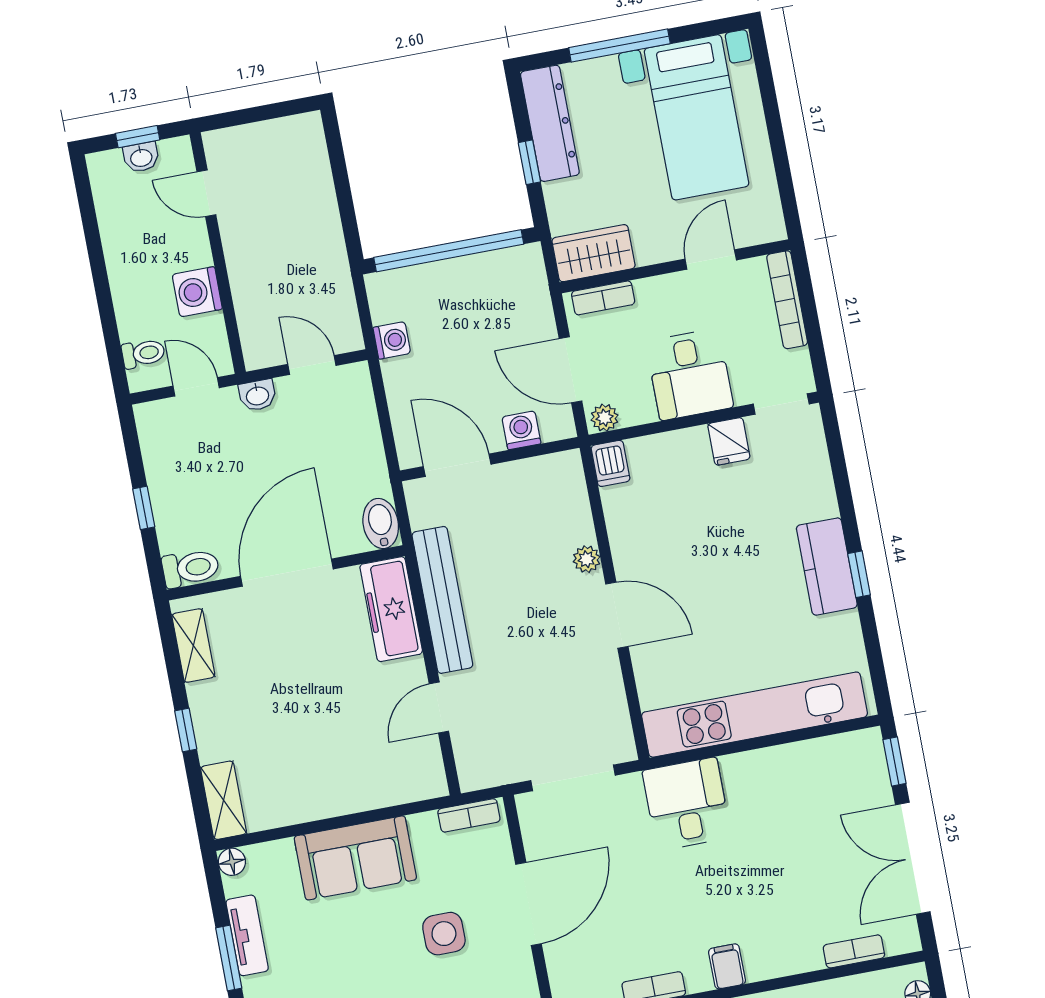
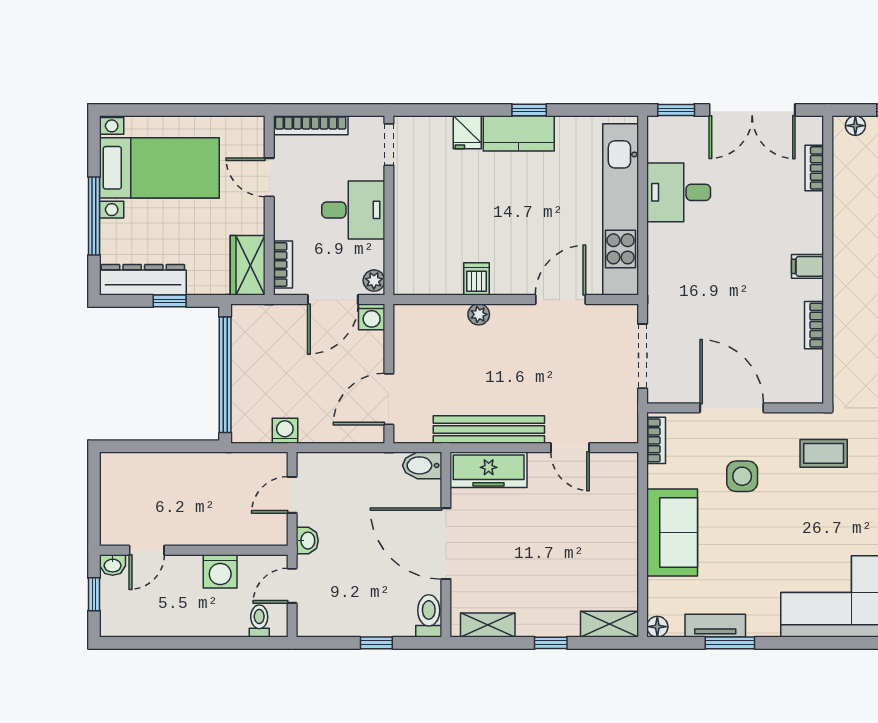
washbasin: (141, 157) -> (113, 565), moved, turned 90
washing machine: (521, 430) -> (372, 317), moved, turned -90
fridge: (729, 441) -> (467, 132), moved, turned 90
dishwasher: (610, 463) -> (477, 279), moved, turned -90
door: (617, 615) -> (561, 300), moved
desk: (687, 804) -> (679, 192), moved

